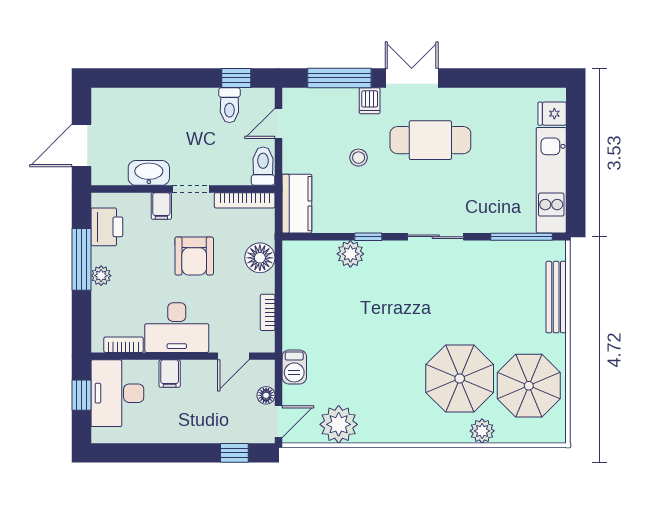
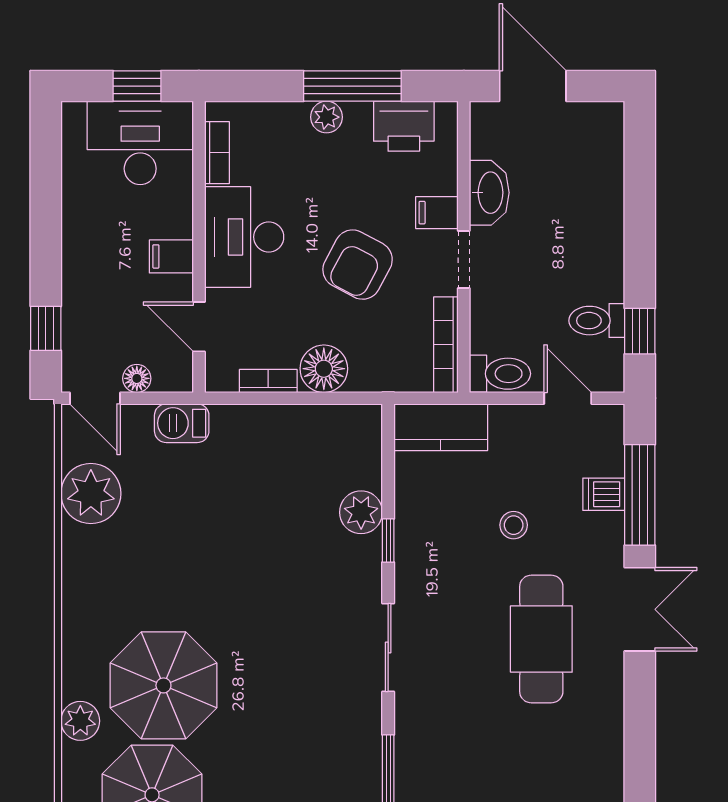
dishwasher: (370, 101) -> (604, 494), moved
armchair: (194, 256) -> (358, 265), turned -62
floor lamp: (260, 258) -> (324, 369), moved
filing cabinet: (170, 374) -> (171, 256), moved

